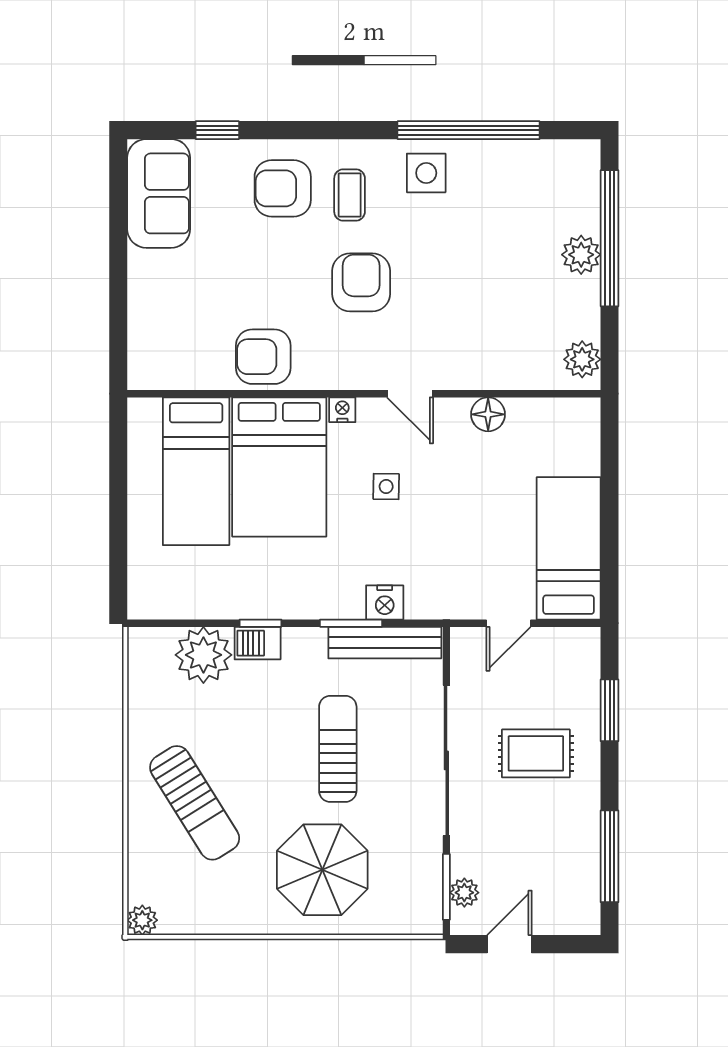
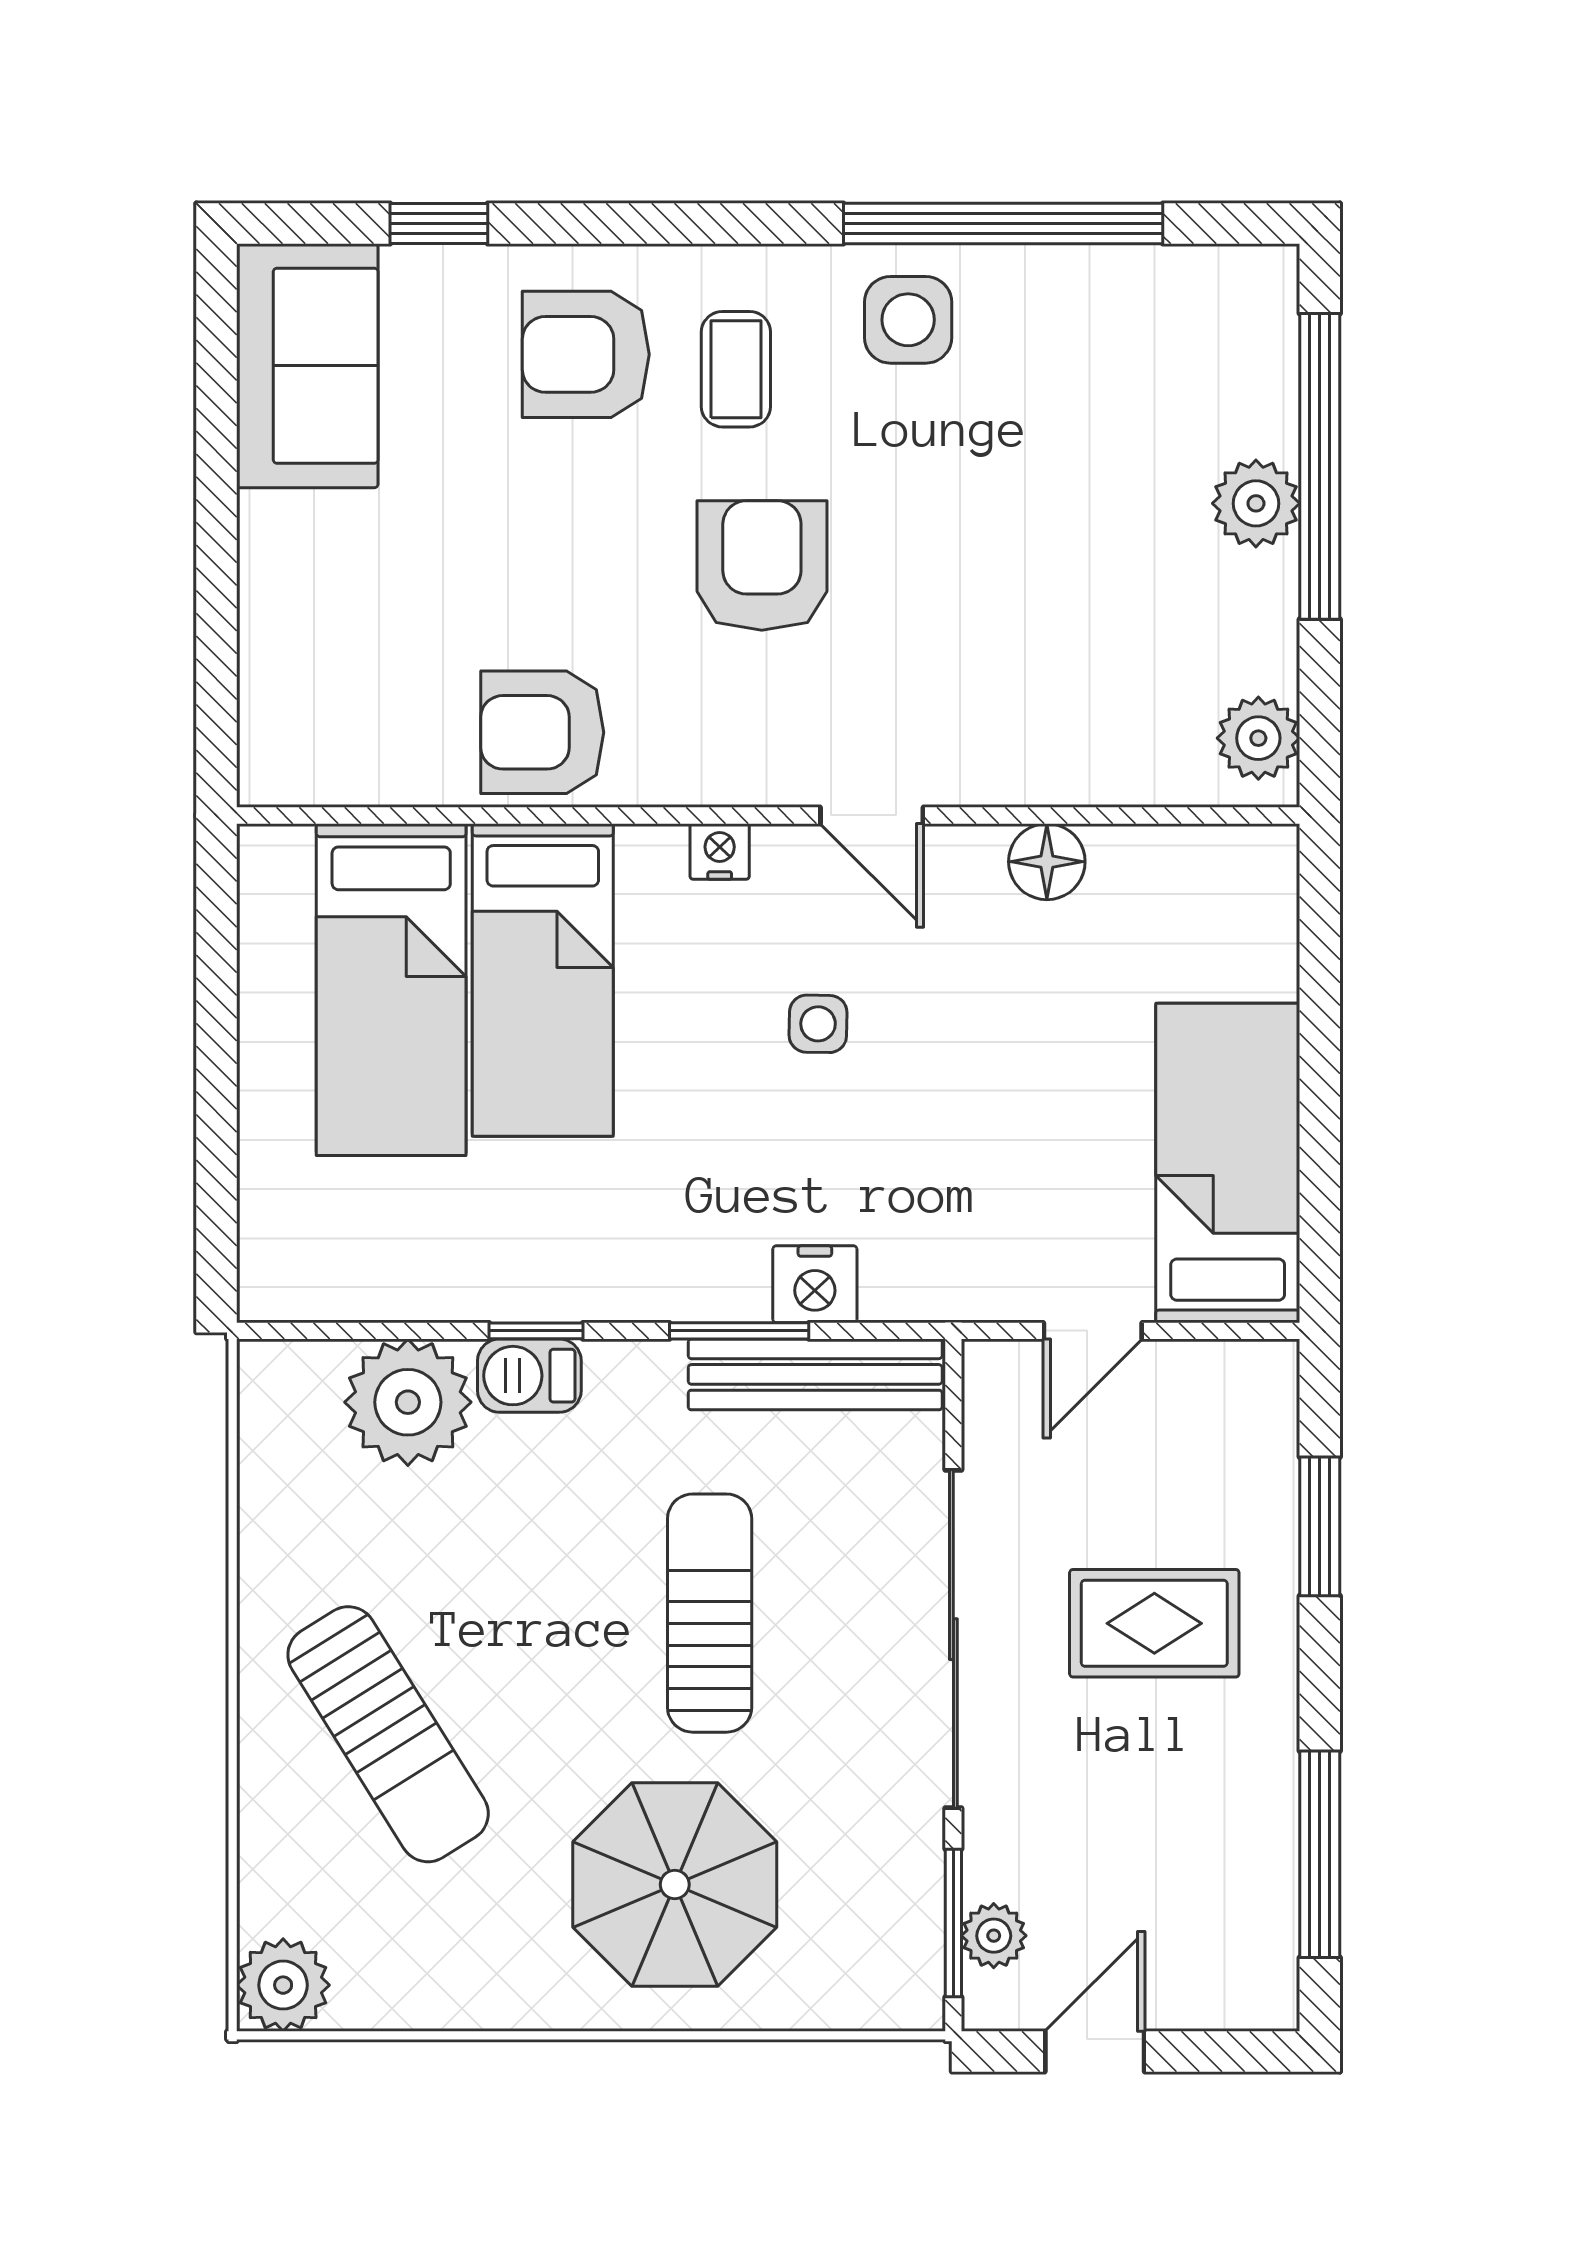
bed: (279, 467) -> (543, 980), width x0.67
plant: (142, 920) -> (283, 1985), width x1.38, depth x1.38

